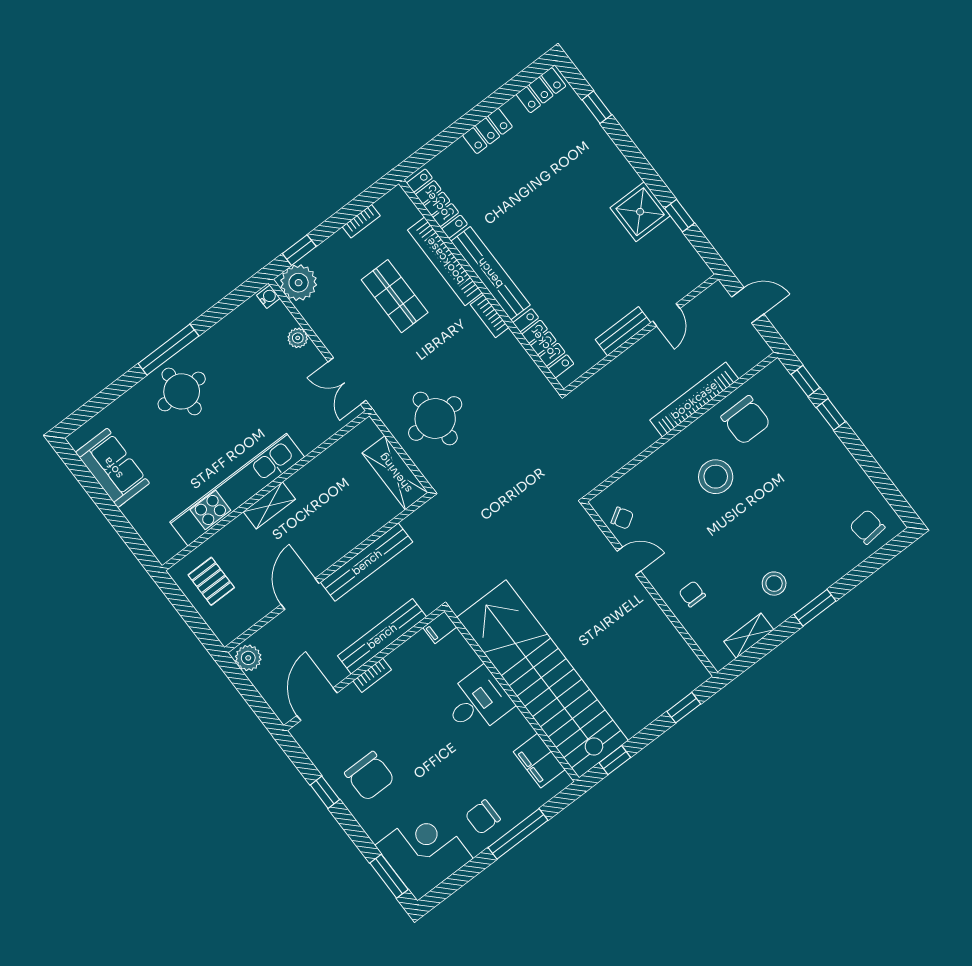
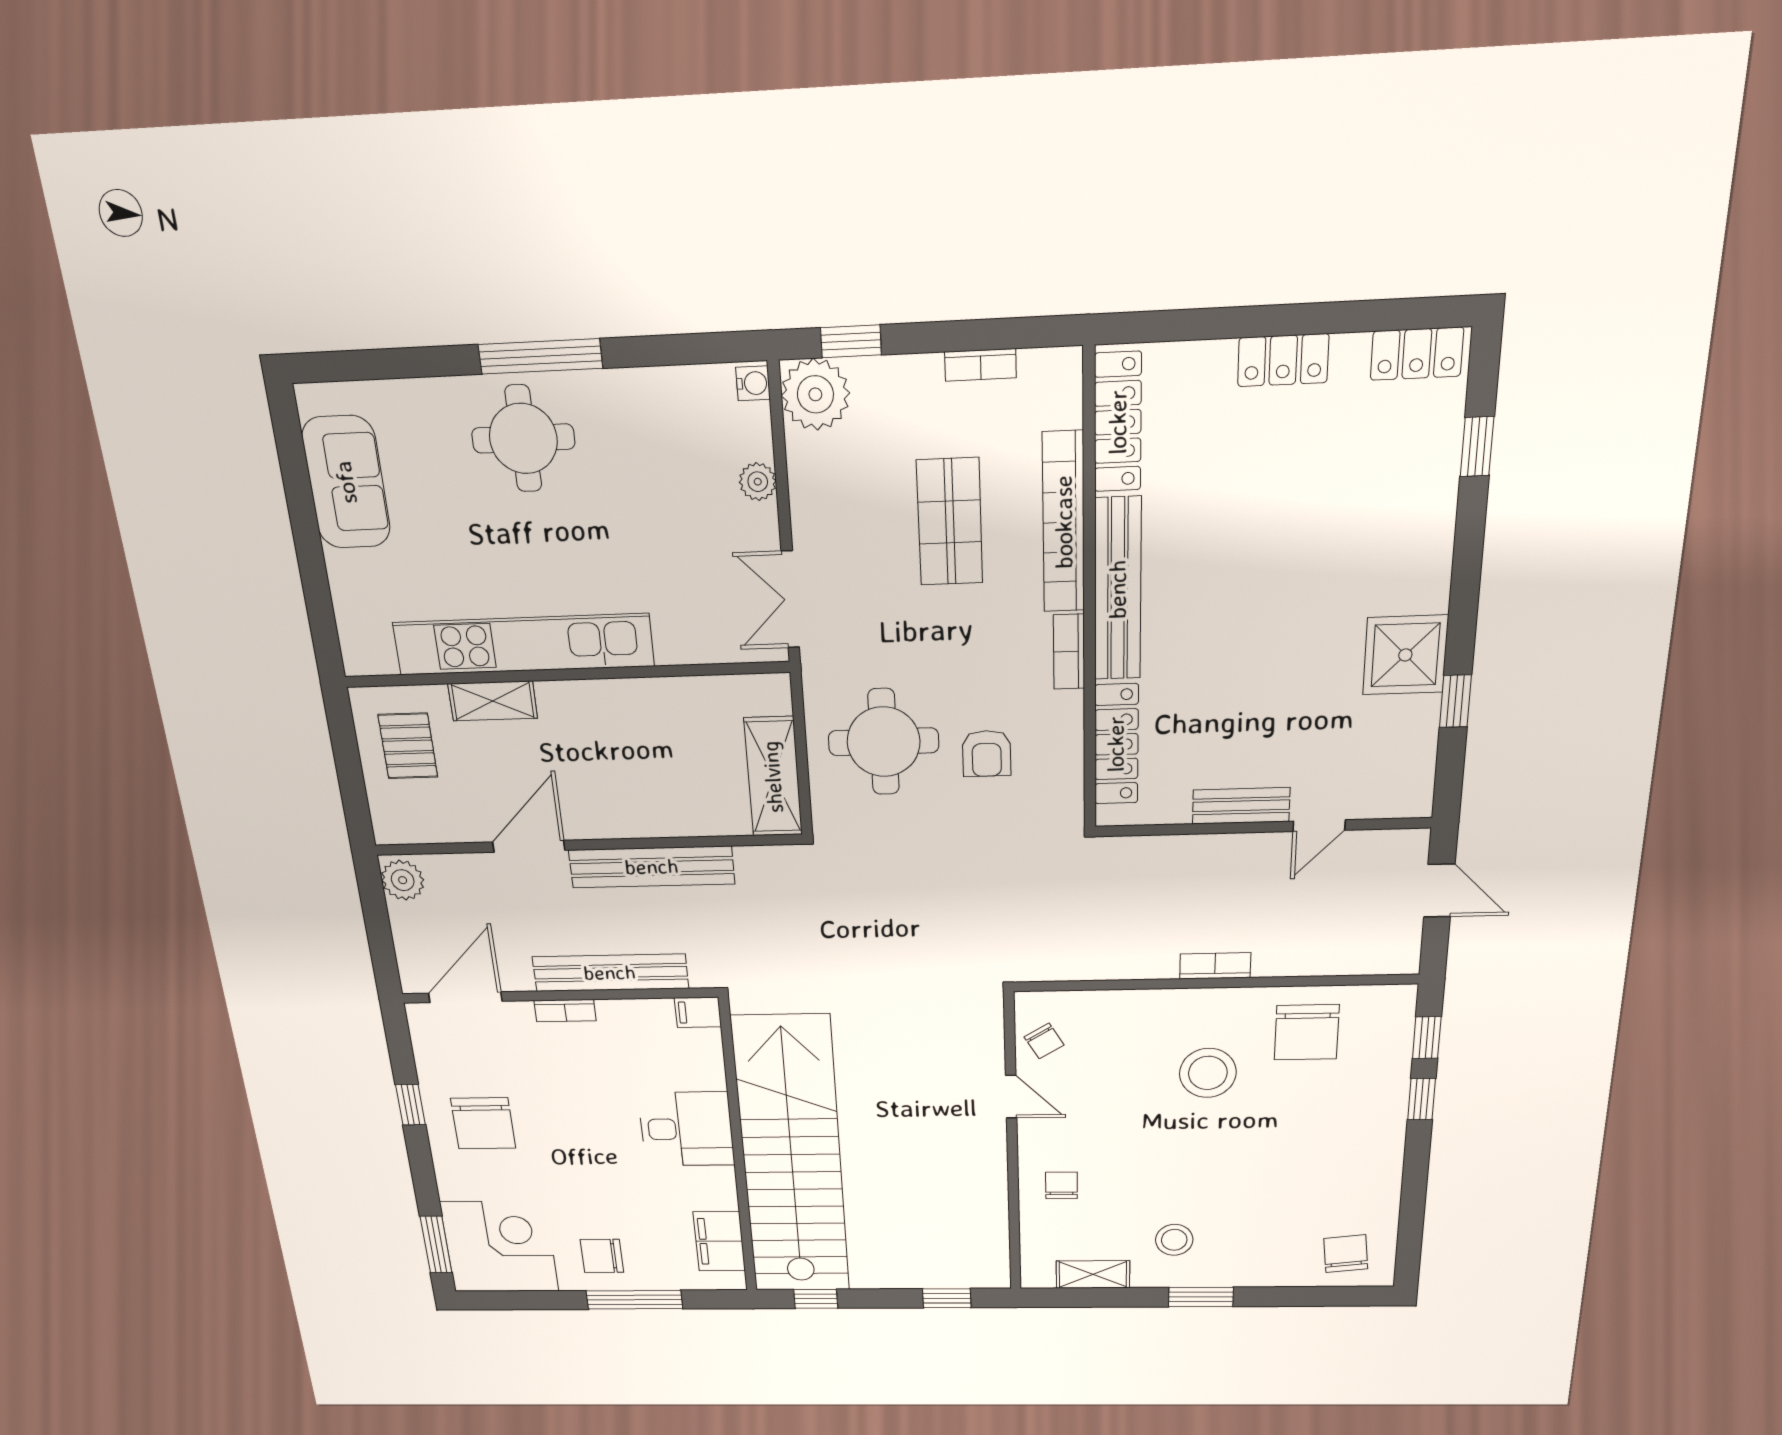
armchair: (487, 390) -> (987, 753), added
bookcase: (694, 400) -> (1215, 966), width x0.43, depth x0.76
shelving: (269, 505) -> (493, 701), moved

